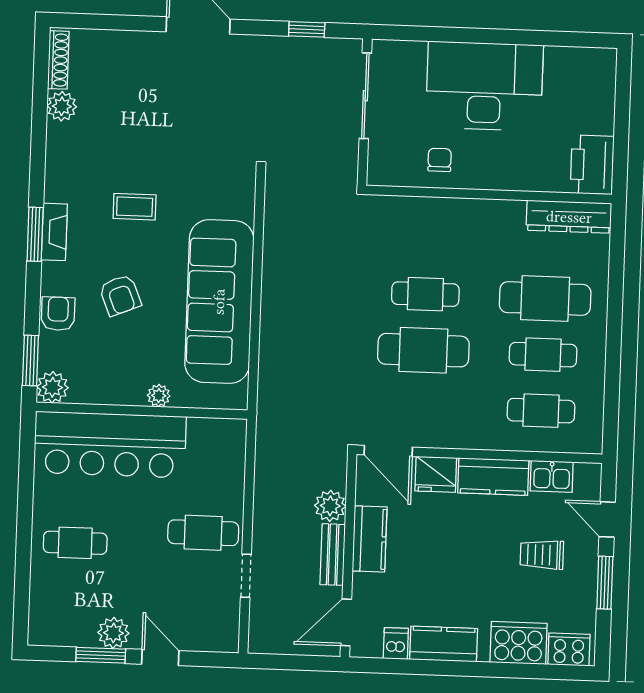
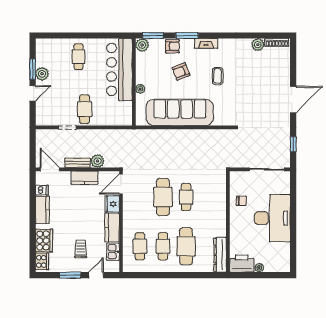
plant: (604, 123) -> (259, 268), added
window: (35, 234) -> (187, 36), moved

